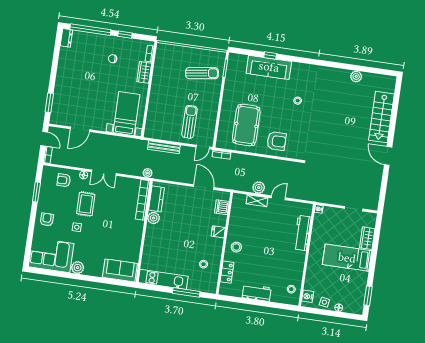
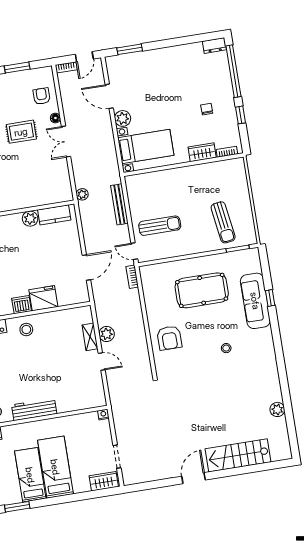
plant: (100, 124) -> (123, 118), added
pool table: (246, 125) -> (202, 290), moved
bookcase: (143, 200) -> (48, 199), removed
dishwasher: (222, 207) -> (22, 305), moved
fridge: (218, 232) -> (43, 298), width x1.88, depth x1.34
workbench: (302, 233) -> (34, 409), moved
wardrobe: (367, 238) -> (104, 481), moved
bed: (347, 278) -> (30, 475), added

